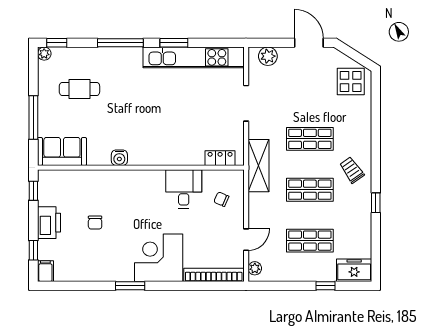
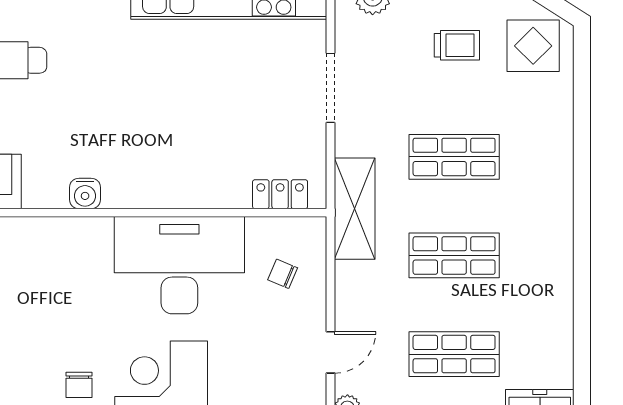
trolley: (352, 170) -> (457, 45), moved, turned 125
desk: (184, 189) -> (179, 265), width x1.87, depth x1.30
window: (376, 203) -> (582, 281), removed
chair: (95, 223) -> (79, 385), moved

